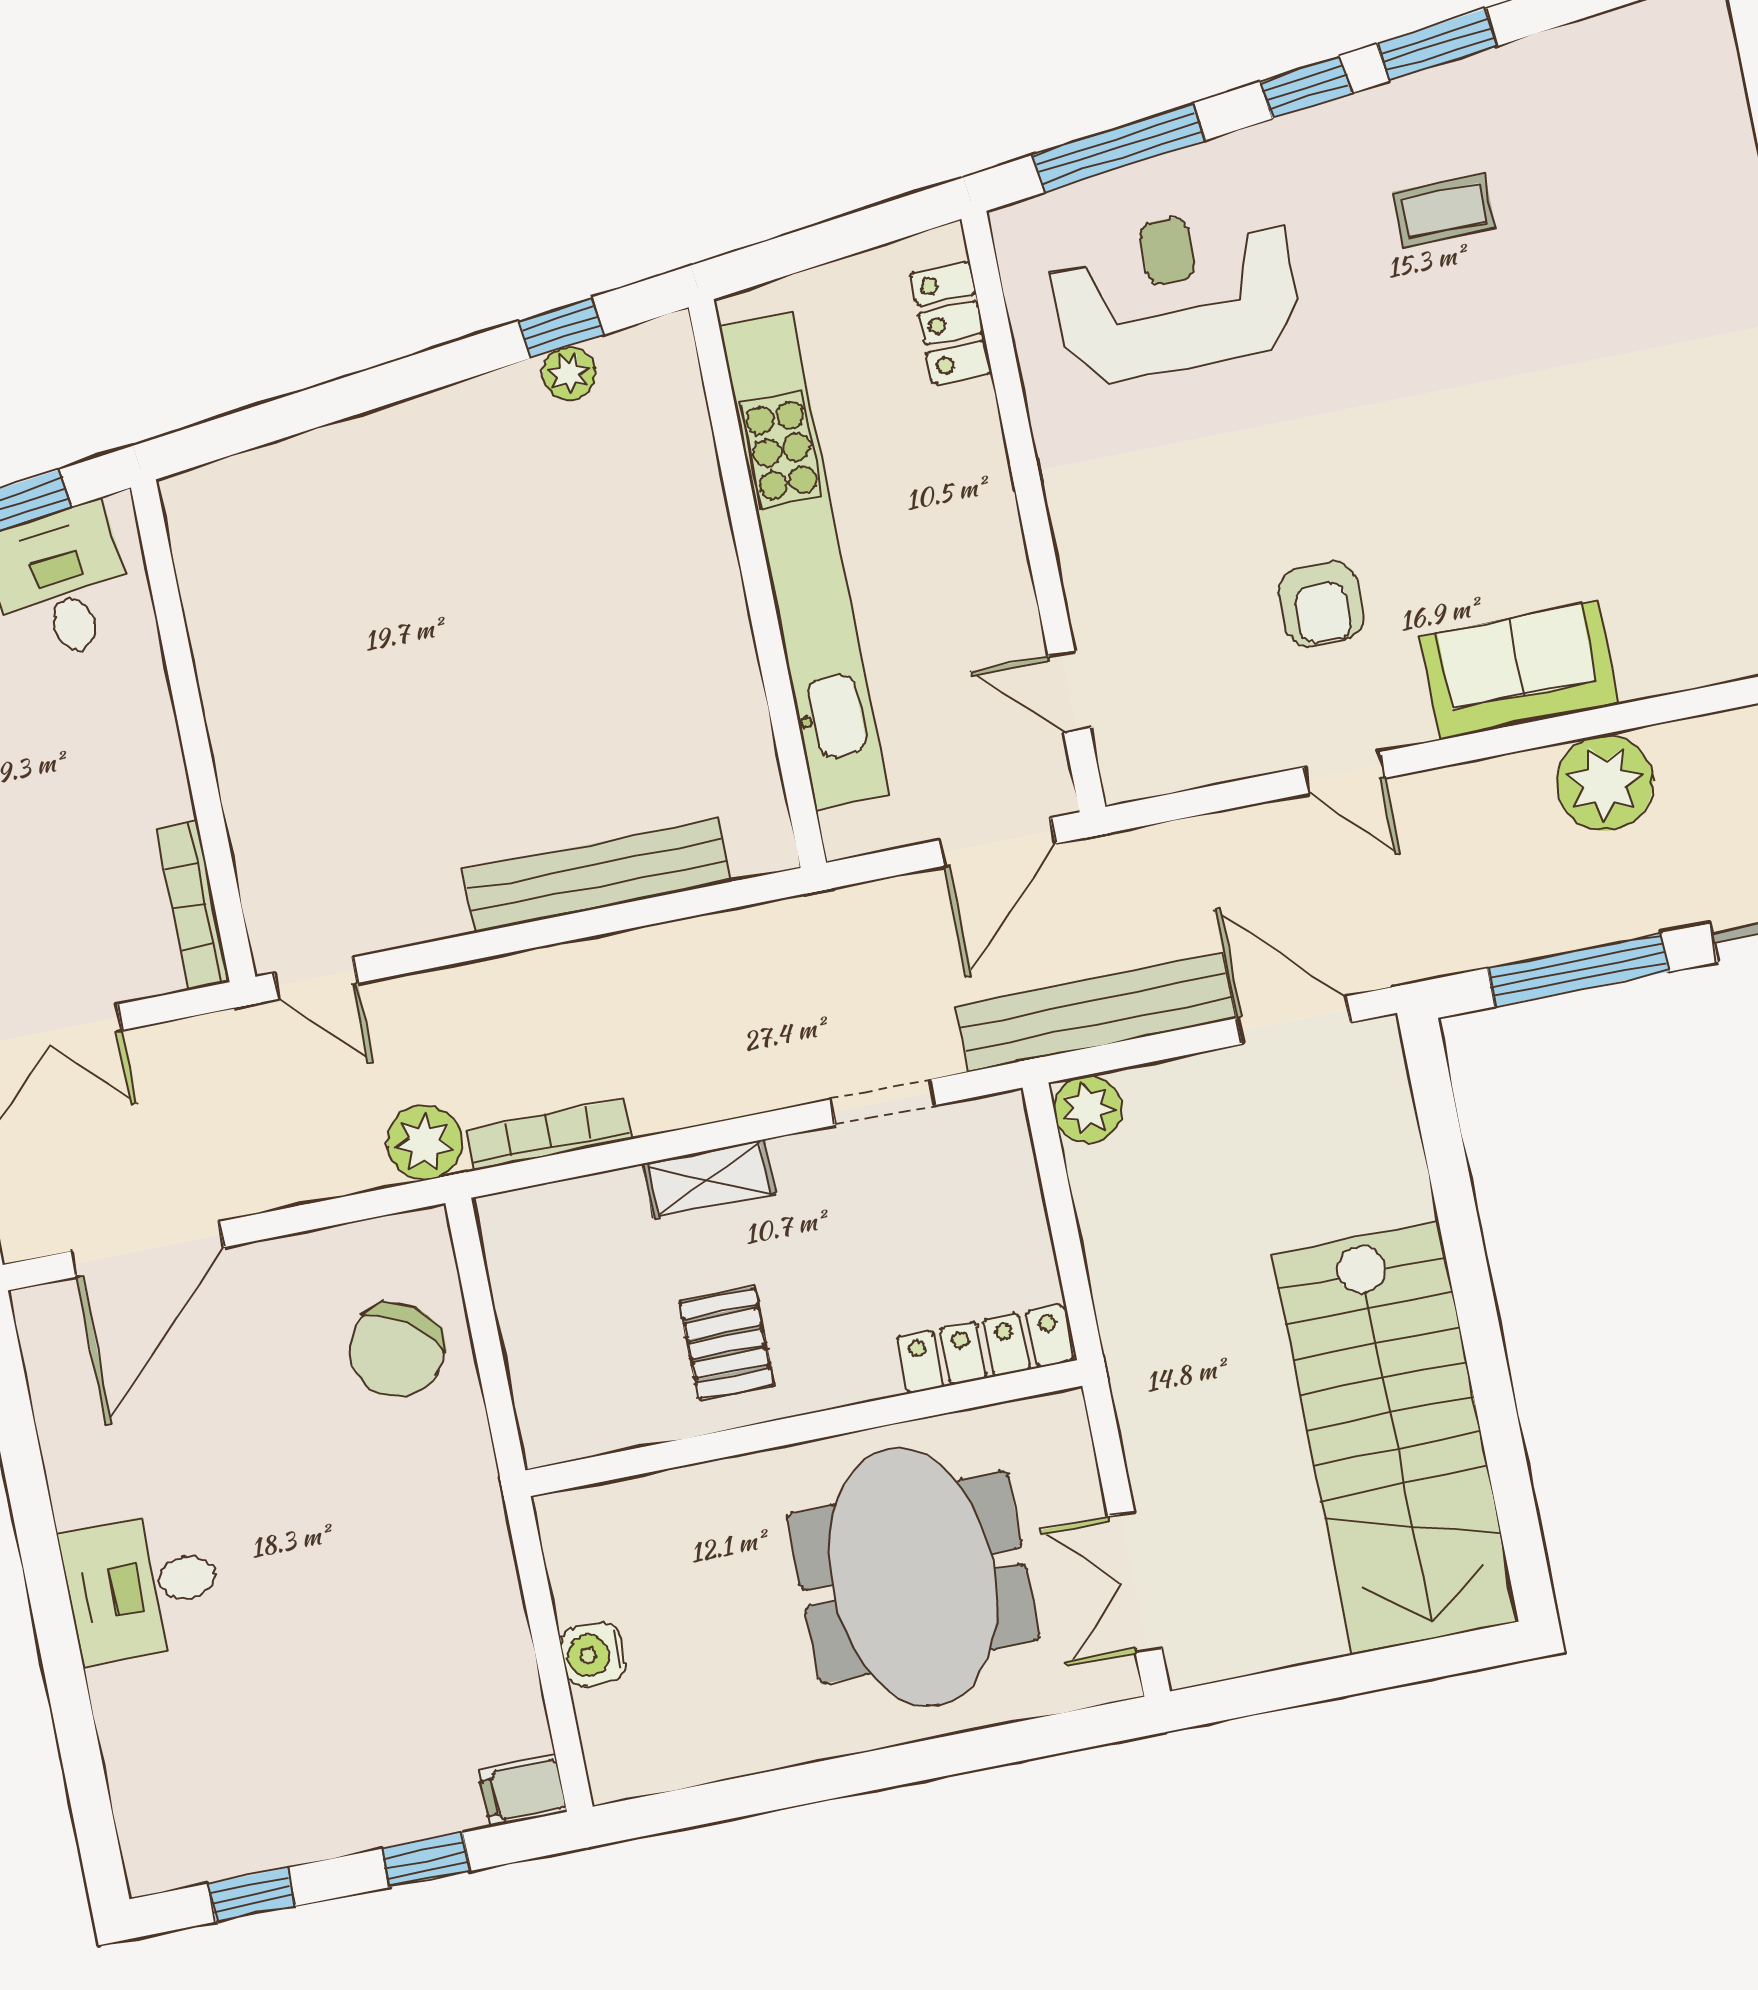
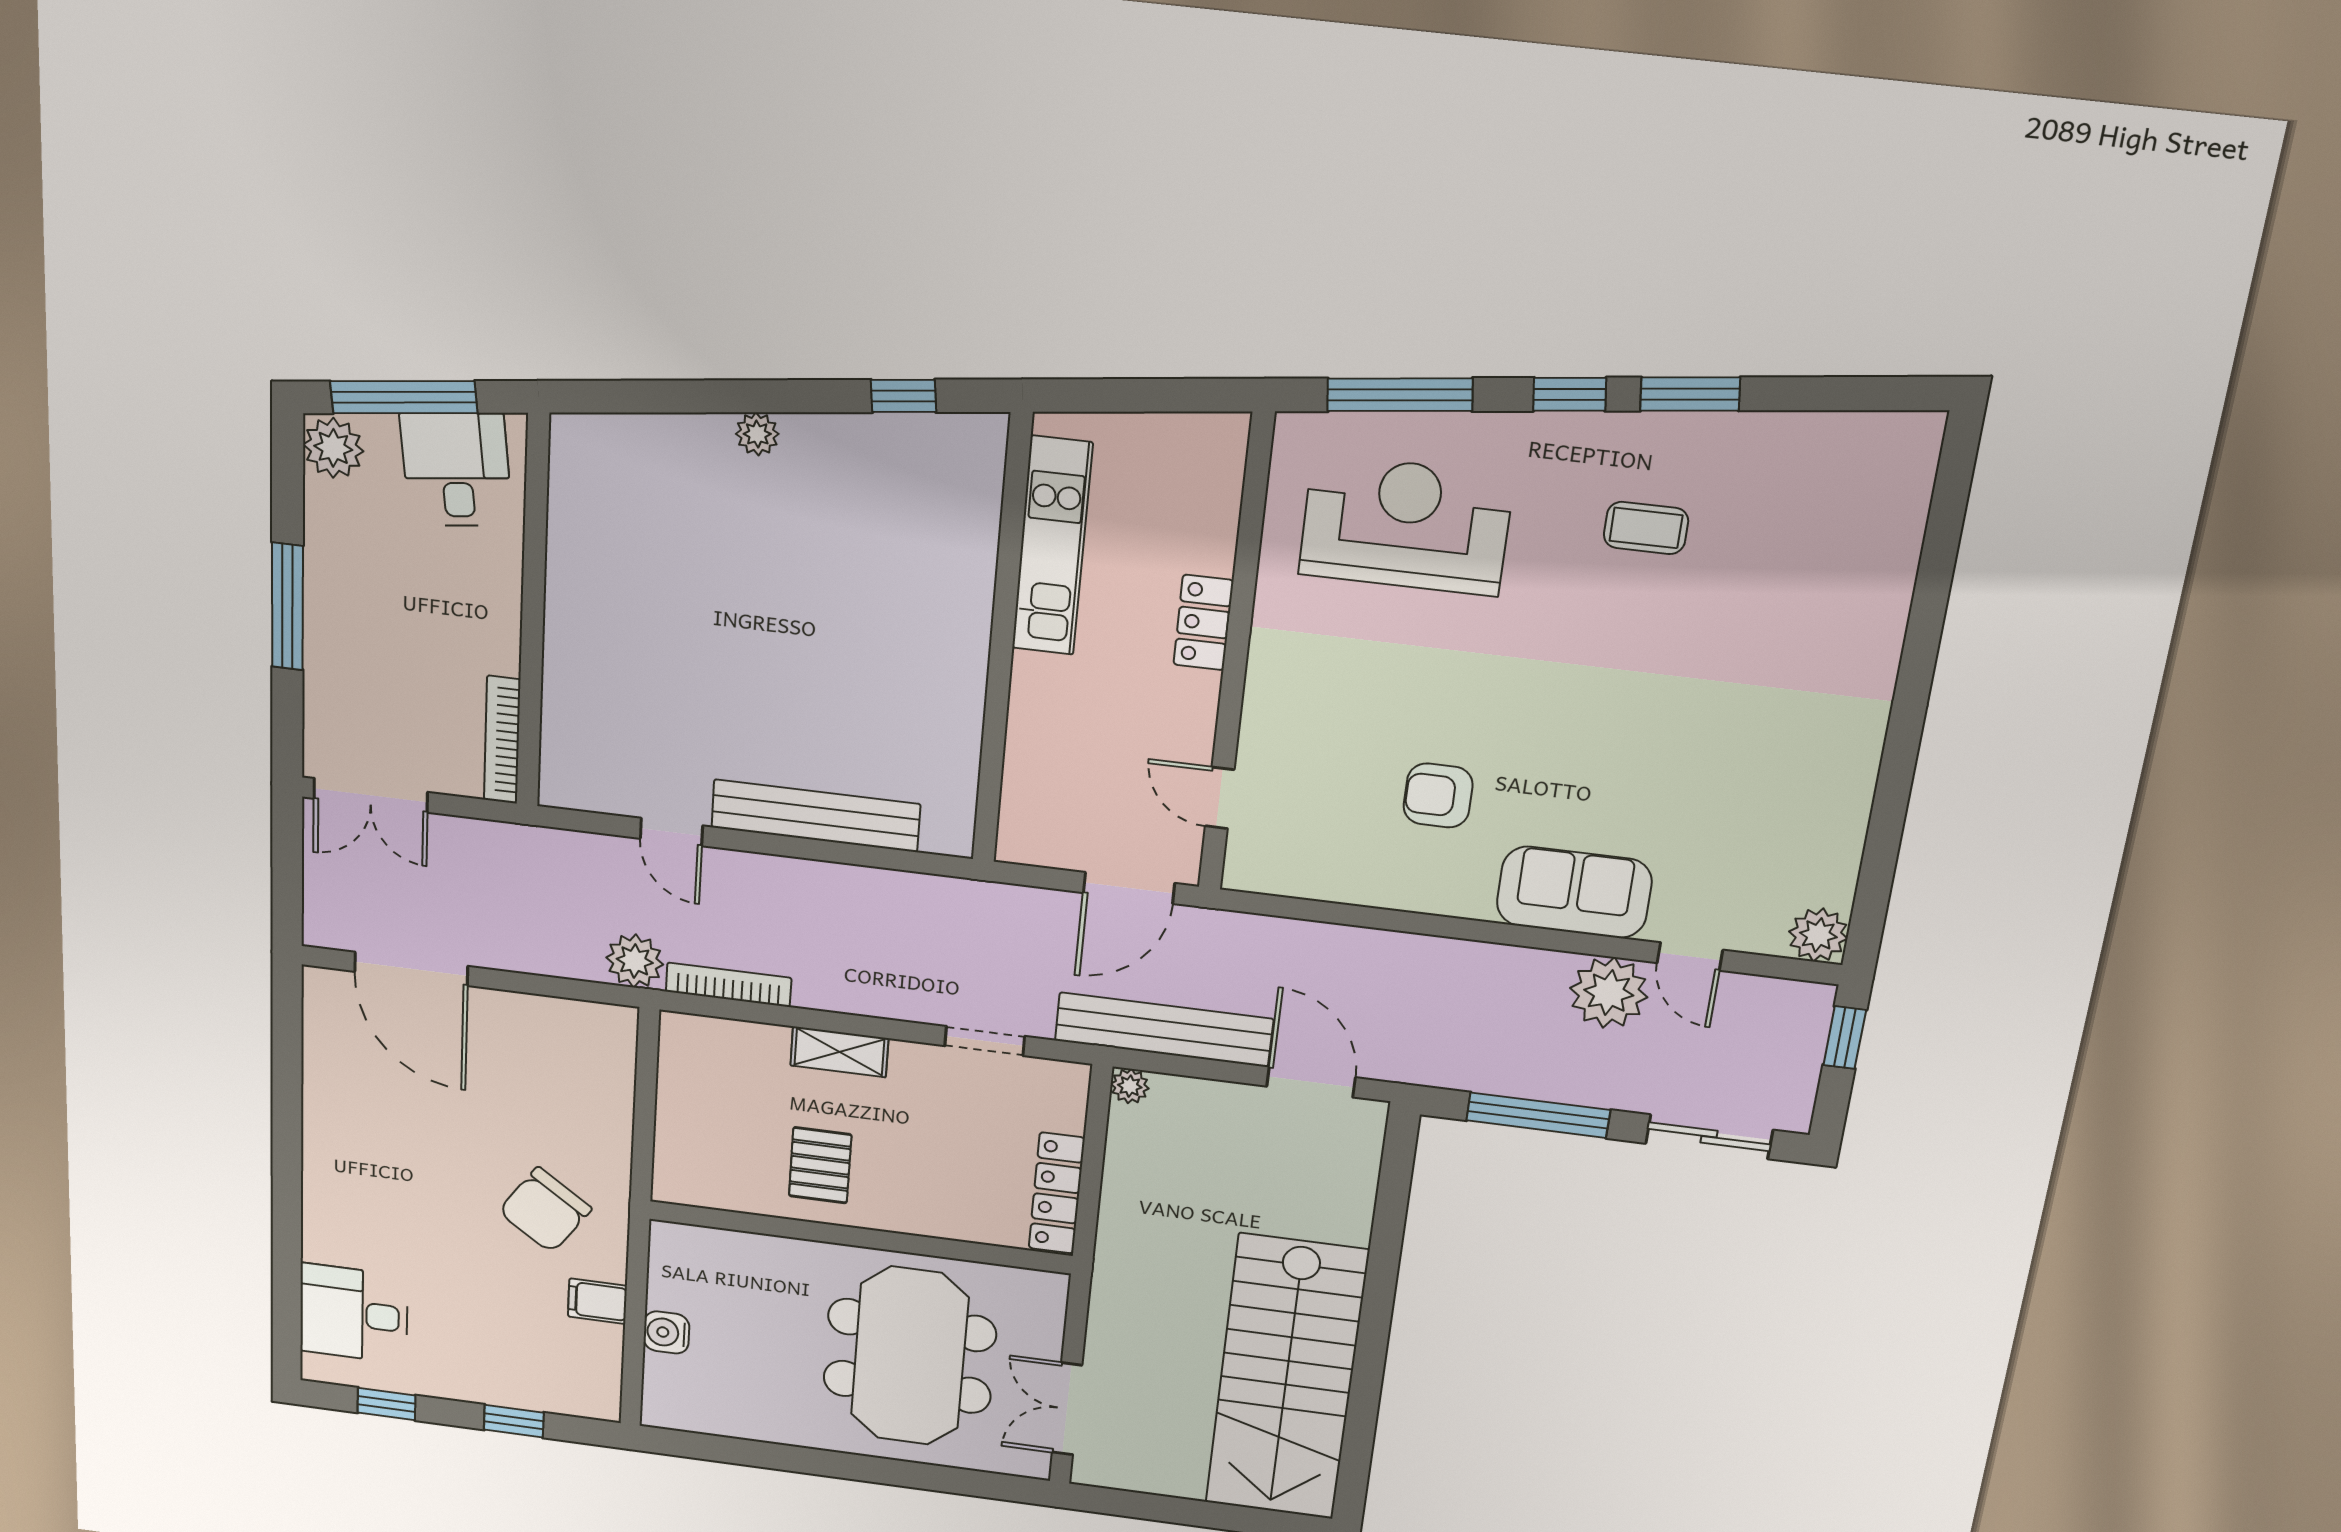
locker: (951, 323) -> (1203, 623), moved
plant: (569, 373) -> (757, 434), moved
kitchen unit: (804, 561) -> (1052, 546), width x0.54
armchair: (1321, 604) -> (1438, 795), turned 90
door: (1345, 773) -> (1690, 956), moved
door: (316, 978) -> (671, 832), moved
plant: (1088, 1109) -> (1130, 1086), width x0.73, depth x0.73
door: (148, 1249) -> (411, 969), hinge flipped
locker: (985, 1349) -> (1057, 1193), moved, turned -90
chair: (397, 1350) -> (545, 1210), moved
desk: (142, 1586) -> (354, 1314), moved
filing cabinet: (523, 1791) -> (597, 1301), moved

